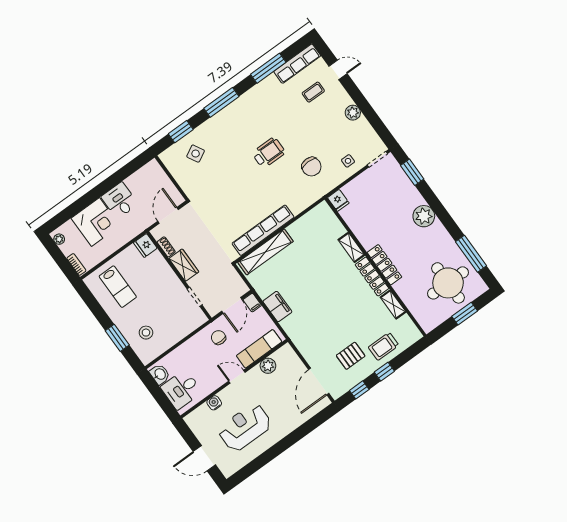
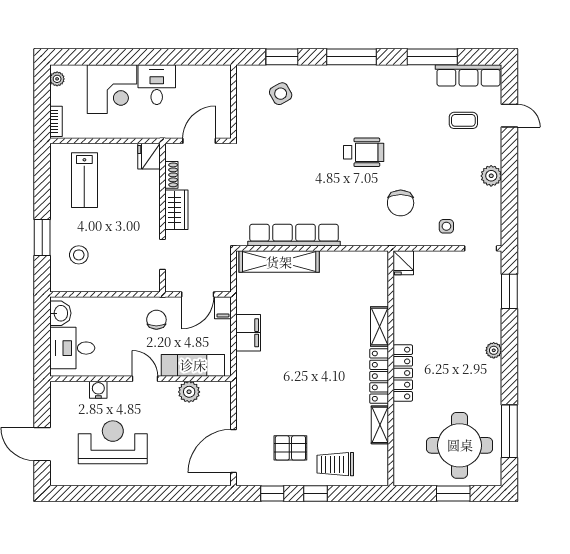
plant: (424, 216) -> (494, 350), width x0.53, depth x0.53

